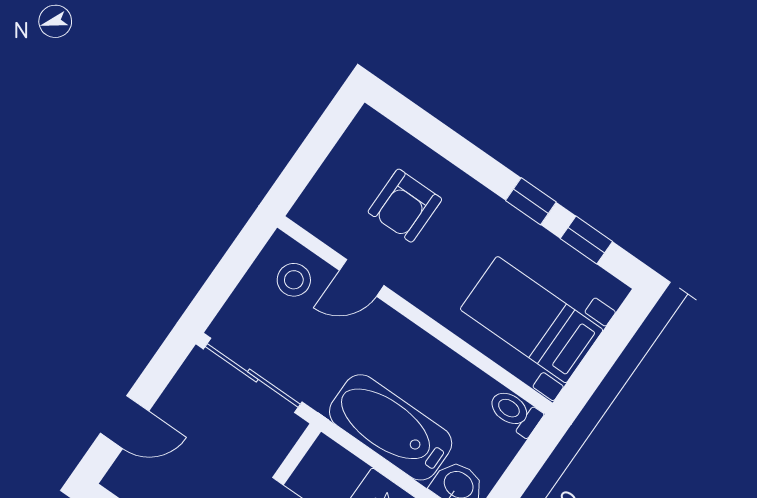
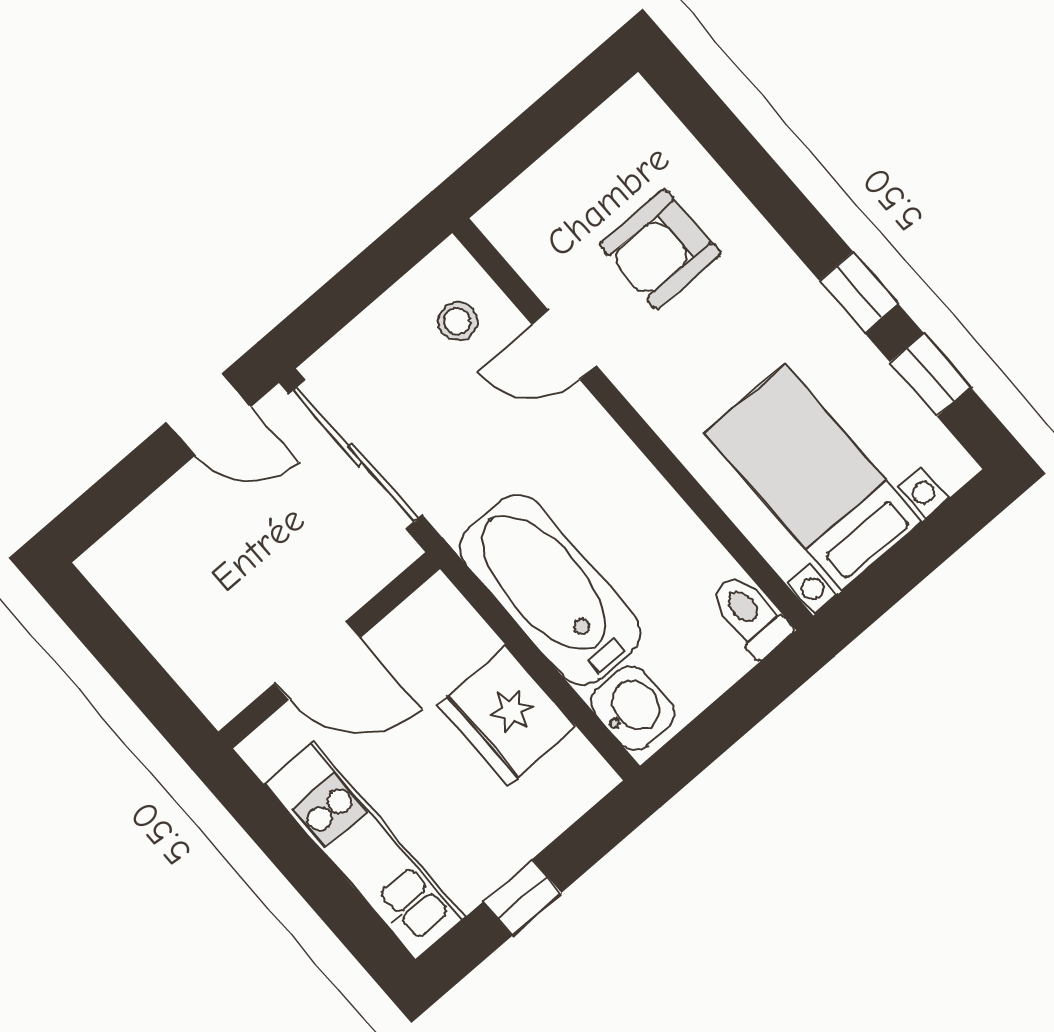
stool: (294, 280) -> (457, 321), width x0.73, depth x0.73
door: (125, 422) -> (208, 414), moved

